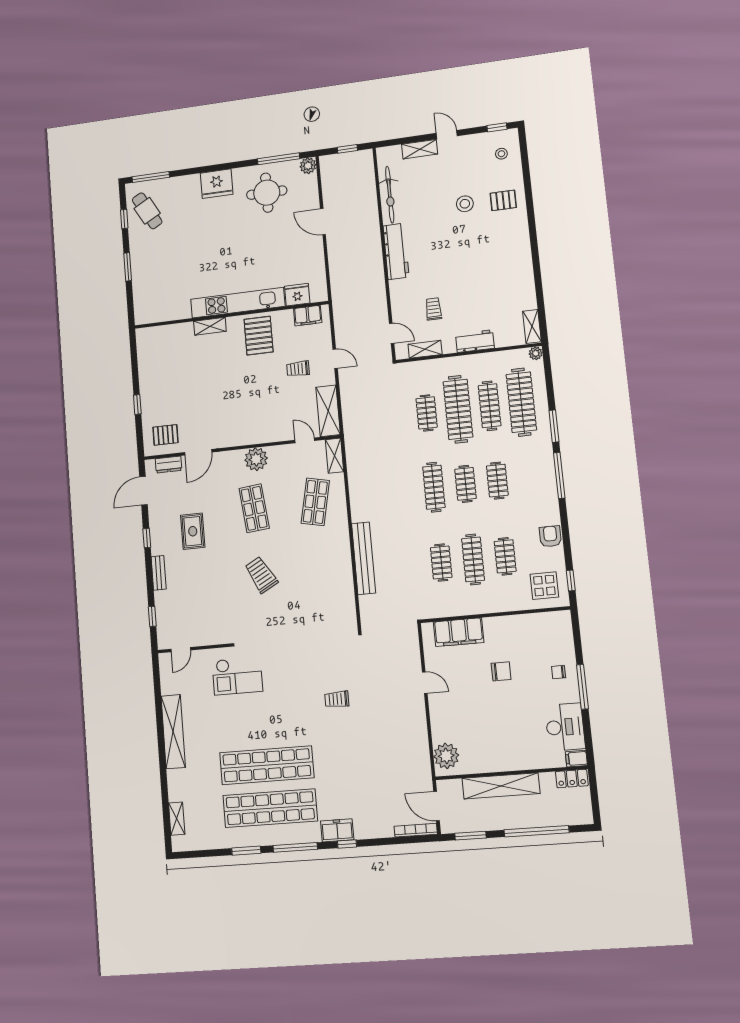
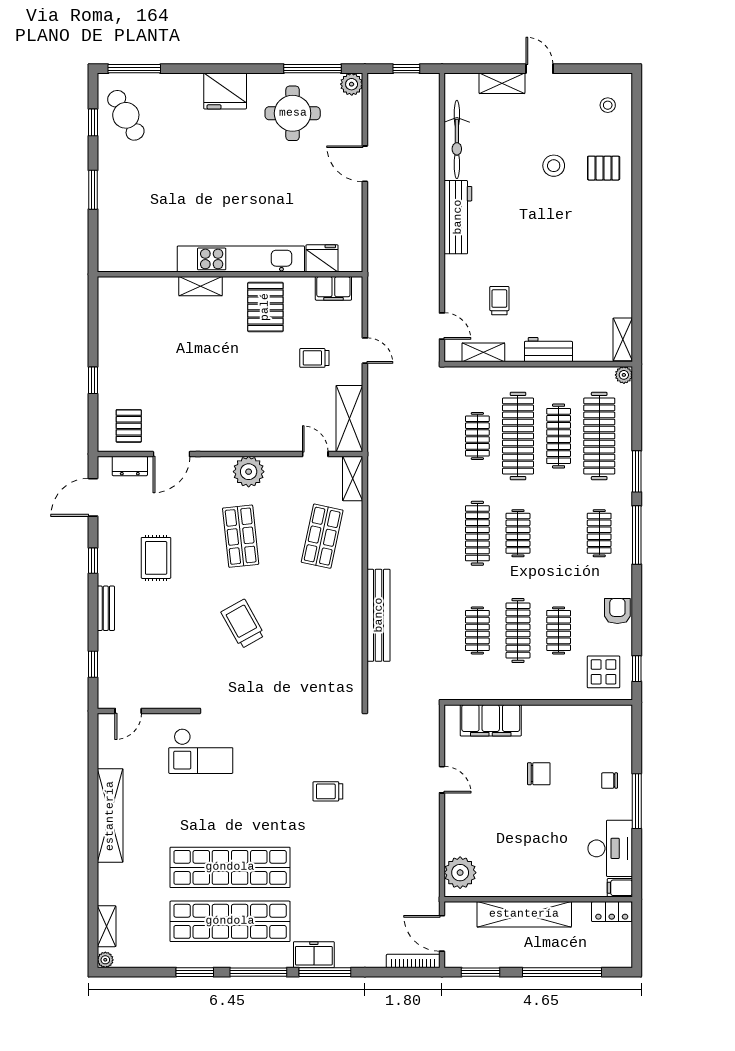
window: (497, 127) -> (606, 69), removed
pallet: (165, 435) -> (129, 426), turned 90
clothes rail: (497, 481) -> (599, 533), moved
window: (347, 844) -> (325, 972), width x2.17
plant: (178, 845) -> (105, 960), added

